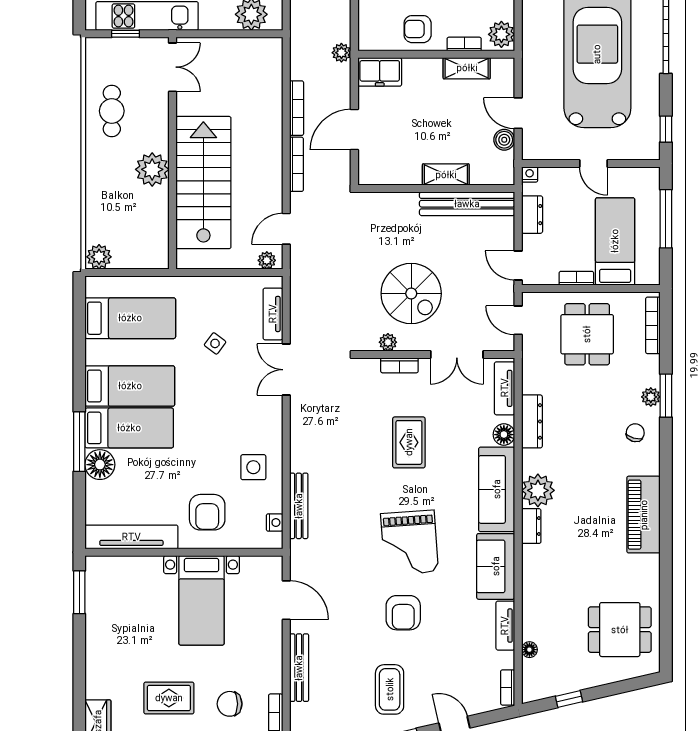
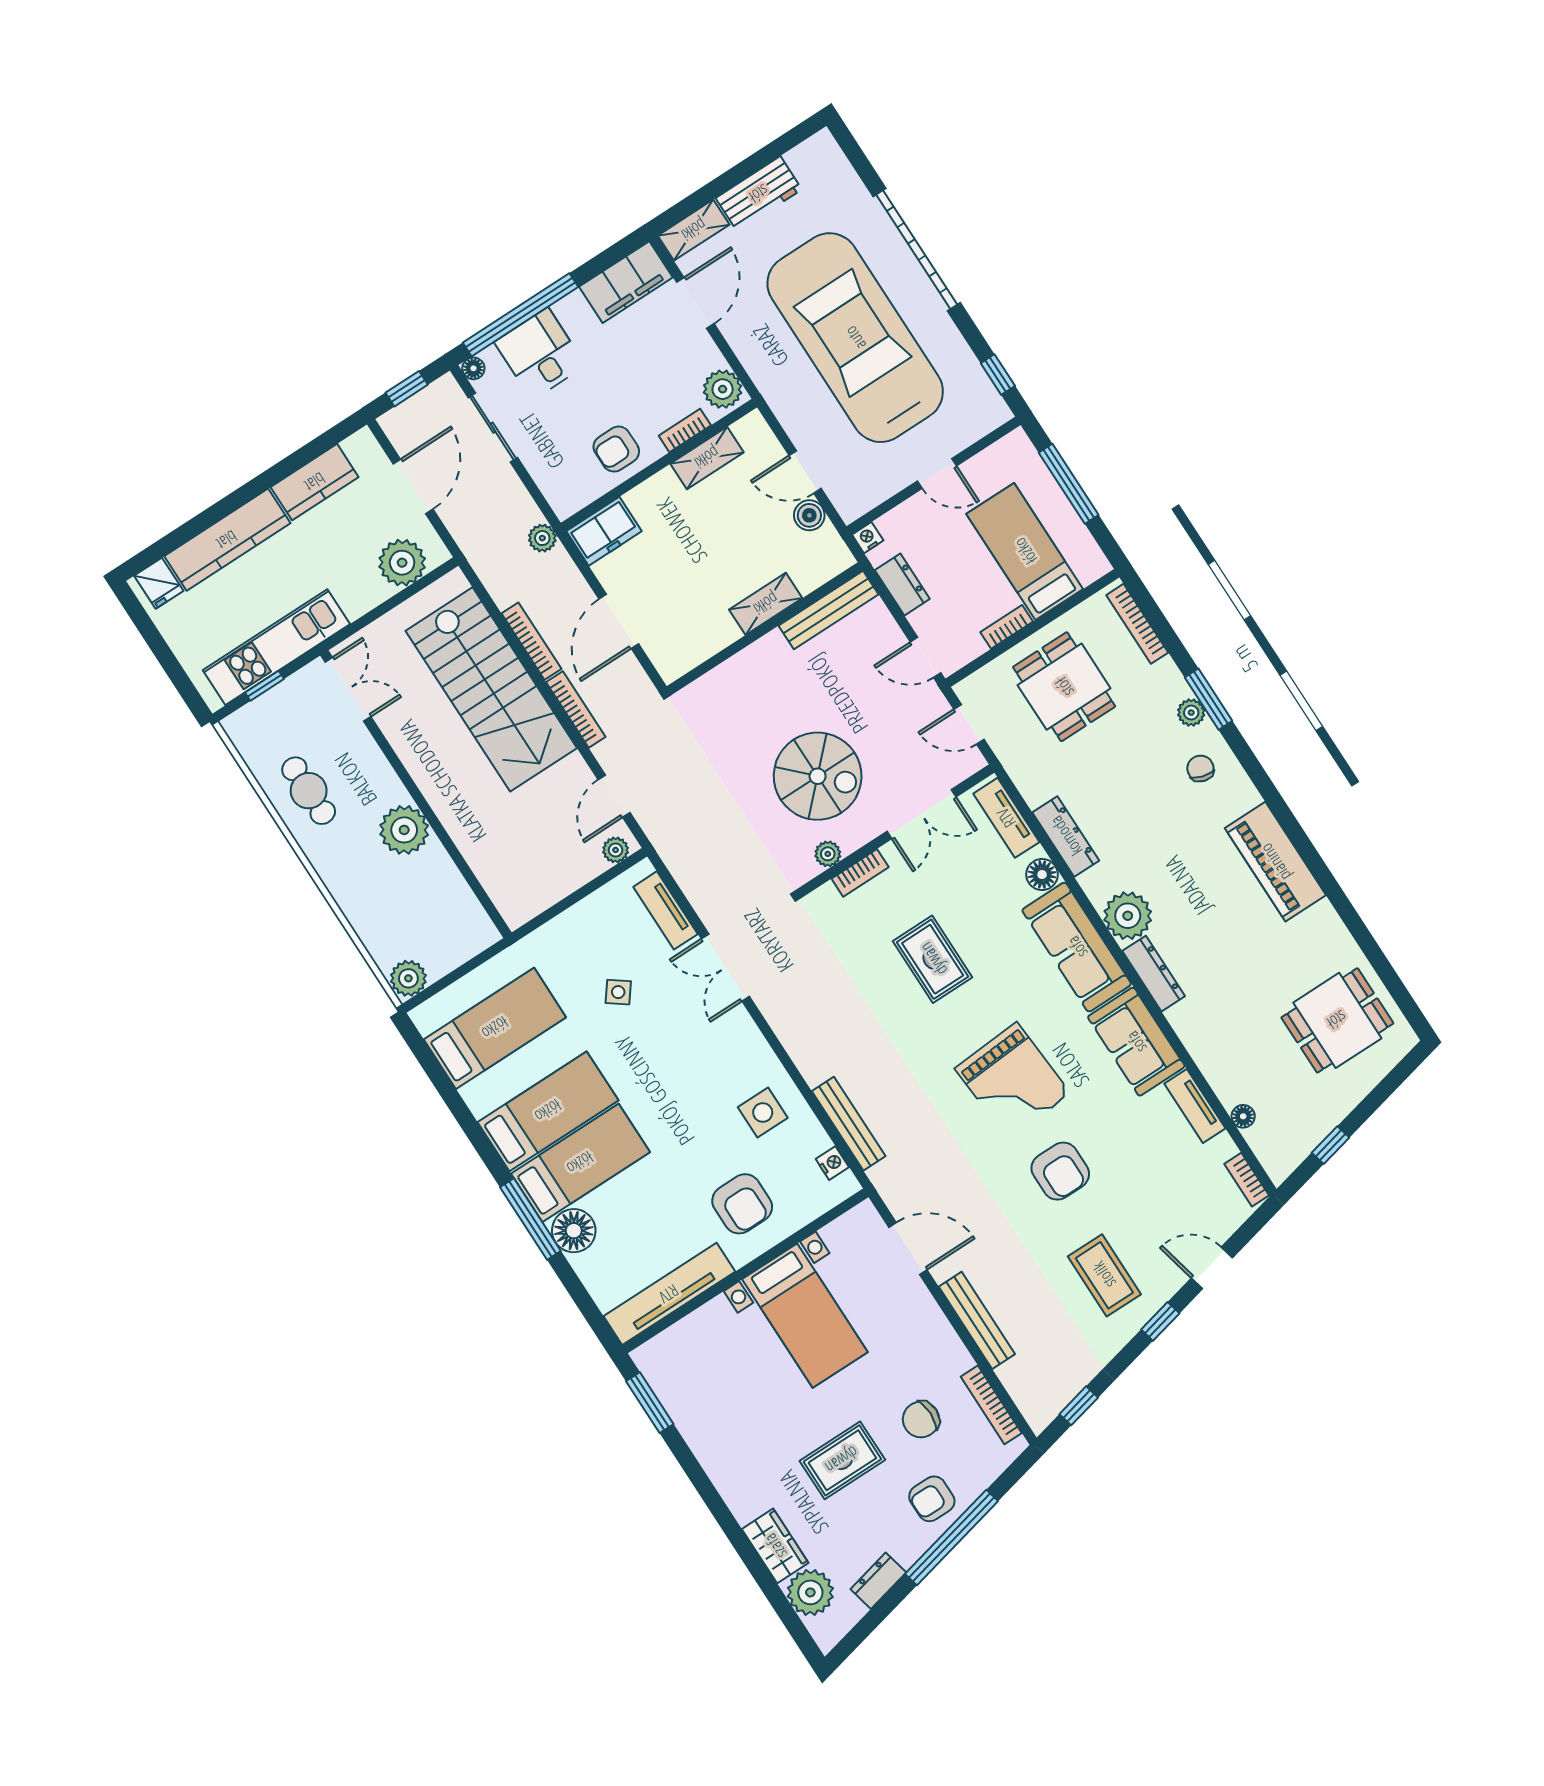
stairs: (203, 183) -> (491, 689), moved, turned 180
bench: (467, 204) -> (829, 610), width x0.73, depth x0.82
dresser: (531, 526) -> (1154, 974), width x1.44

